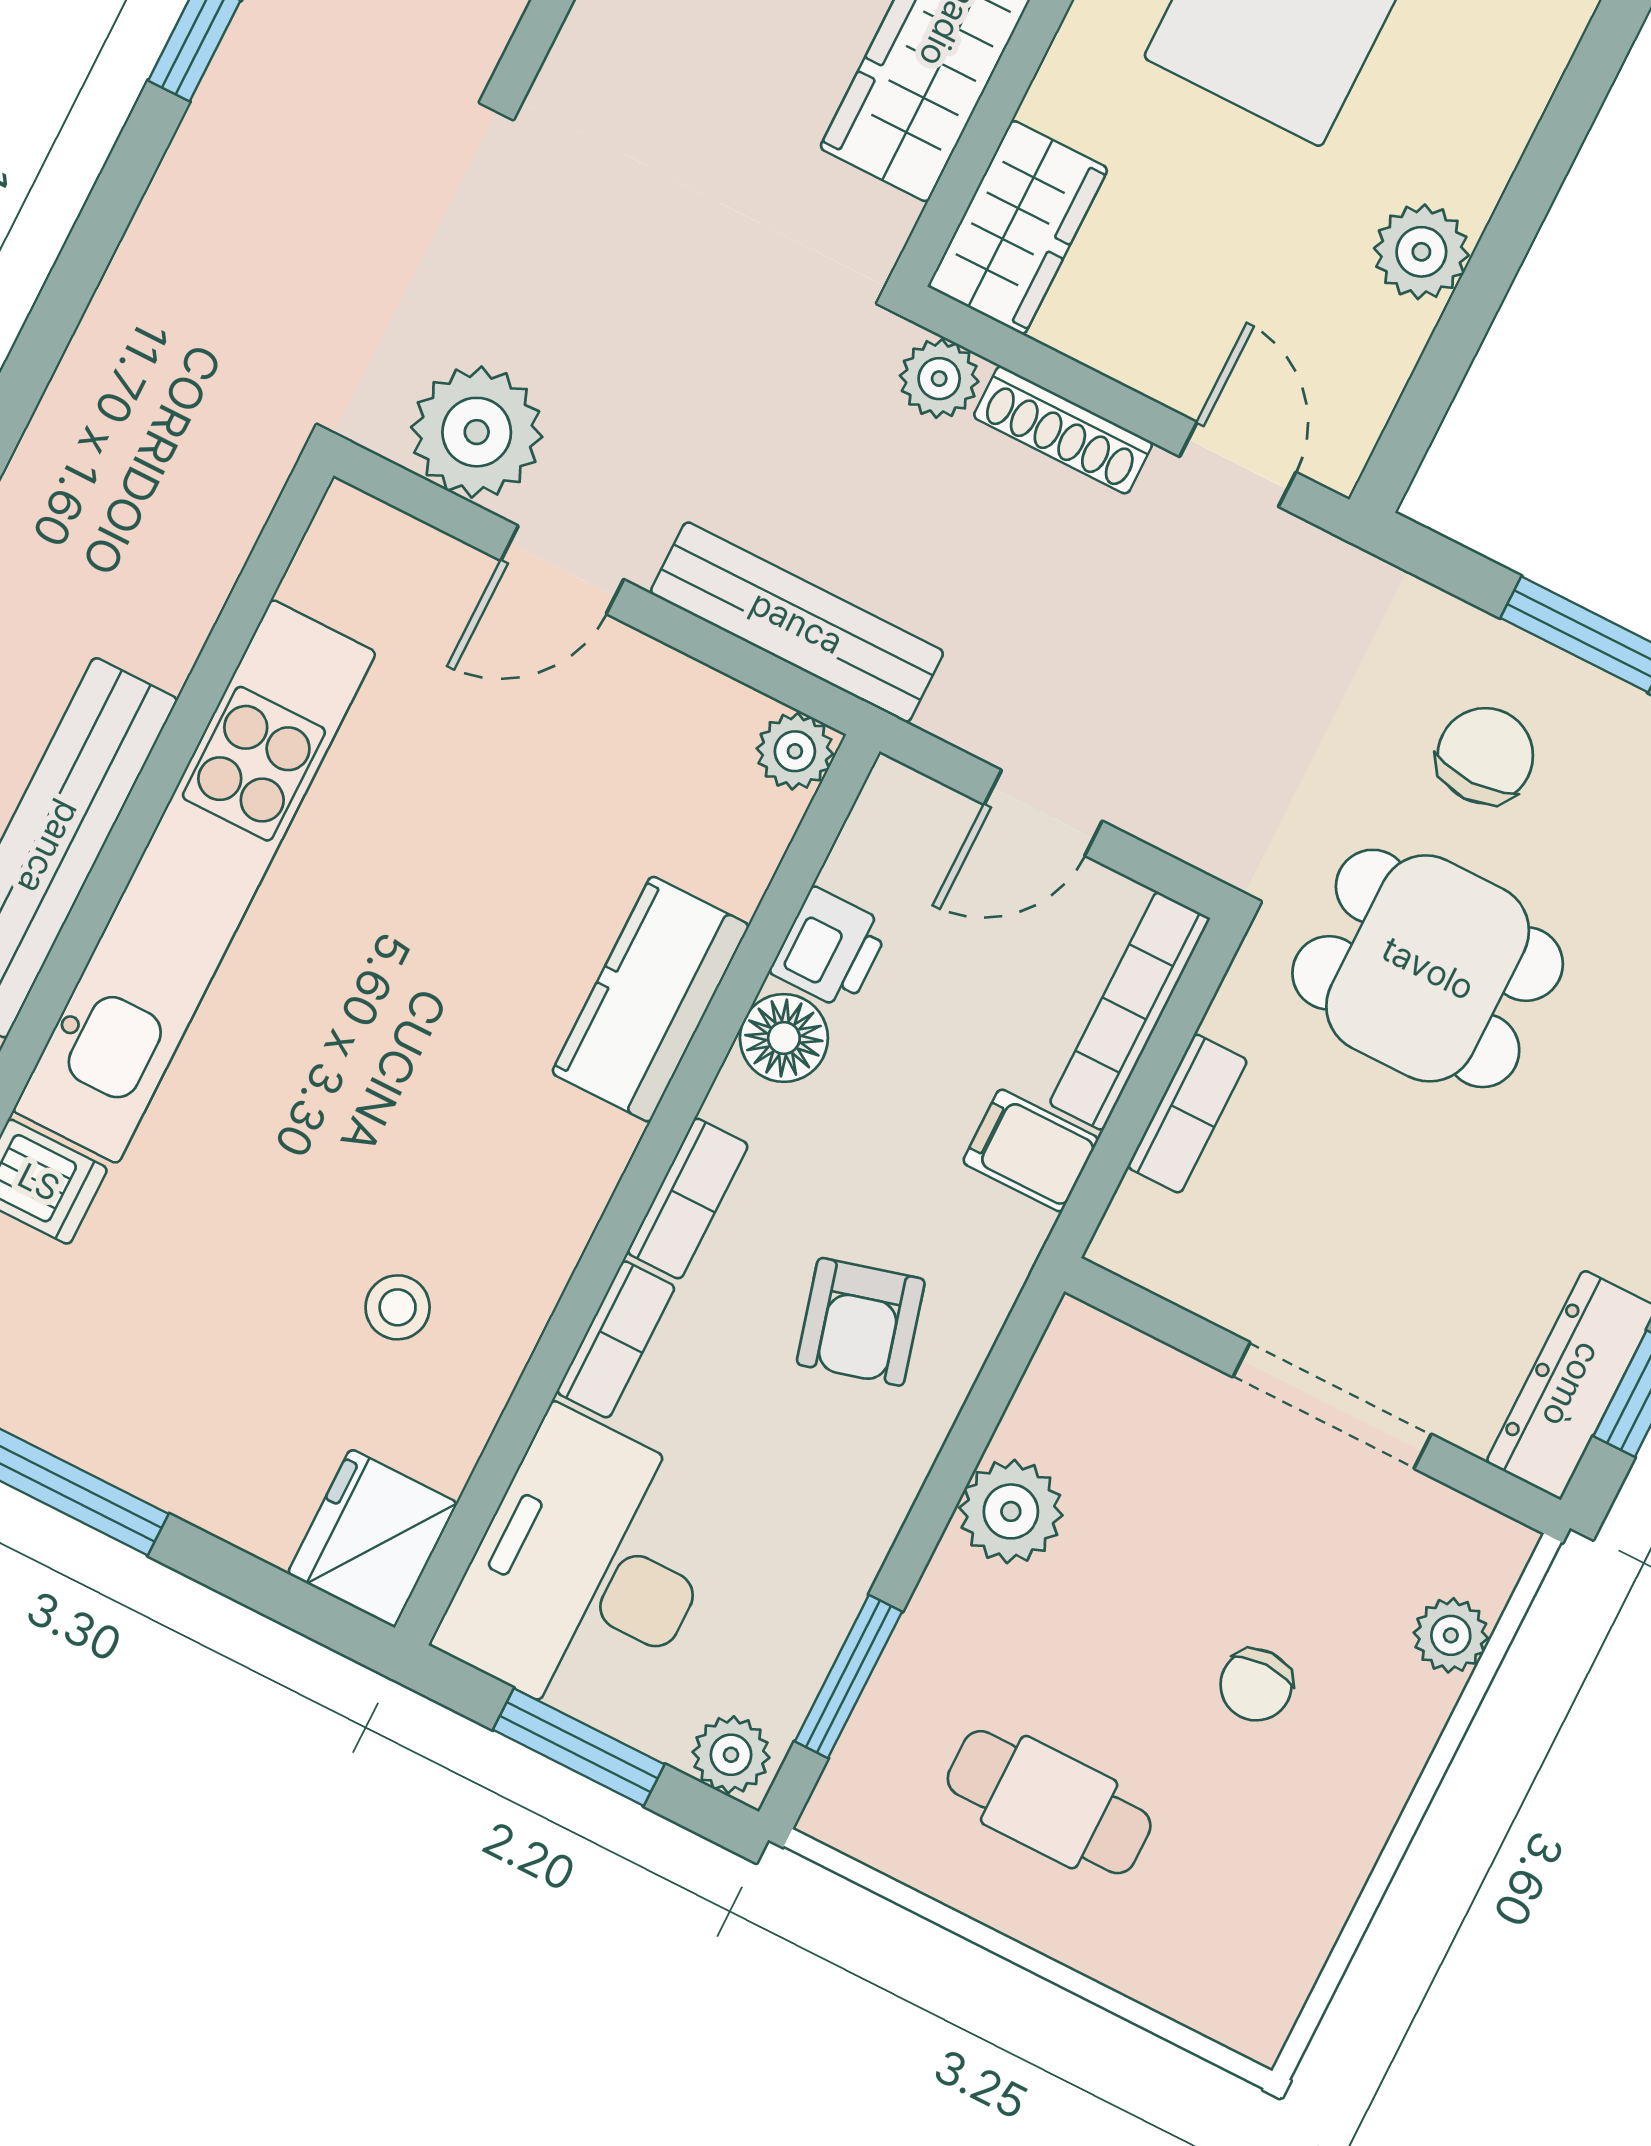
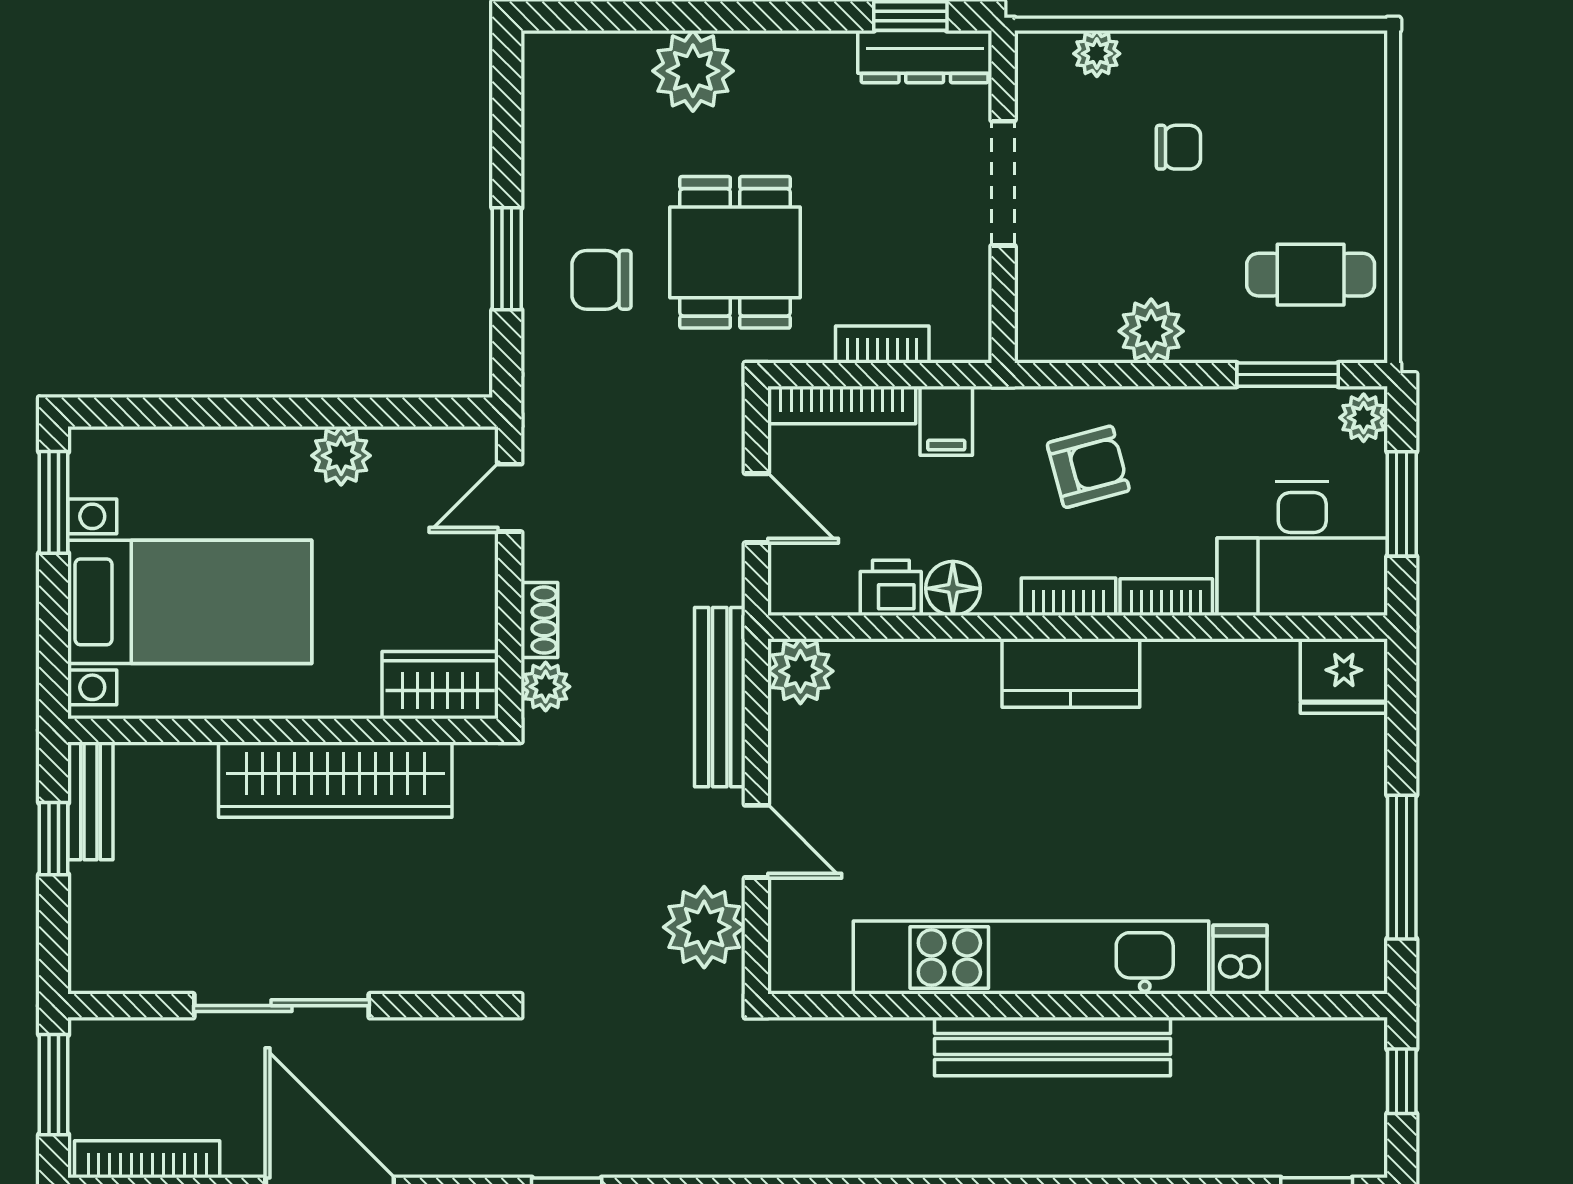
shoe rack: (1063, 430) -> (539, 620), width x0.70
plant: (795, 751) -> (800, 671), width x1.38, depth x1.38
kitchen counter: (651, 999) -> (1071, 673), moved
stool: (398, 1307) -> (1209, 727), removed
cafe table: (1049, 1802) -> (1311, 275), moved, turned 90

